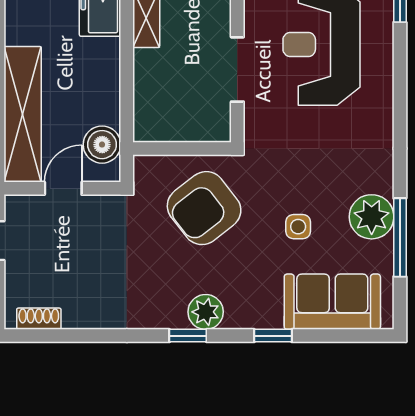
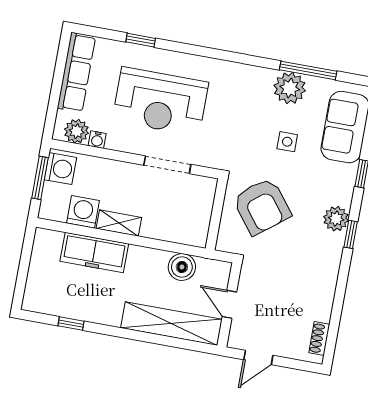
boiler: (102, 145) -> (182, 267), moved

